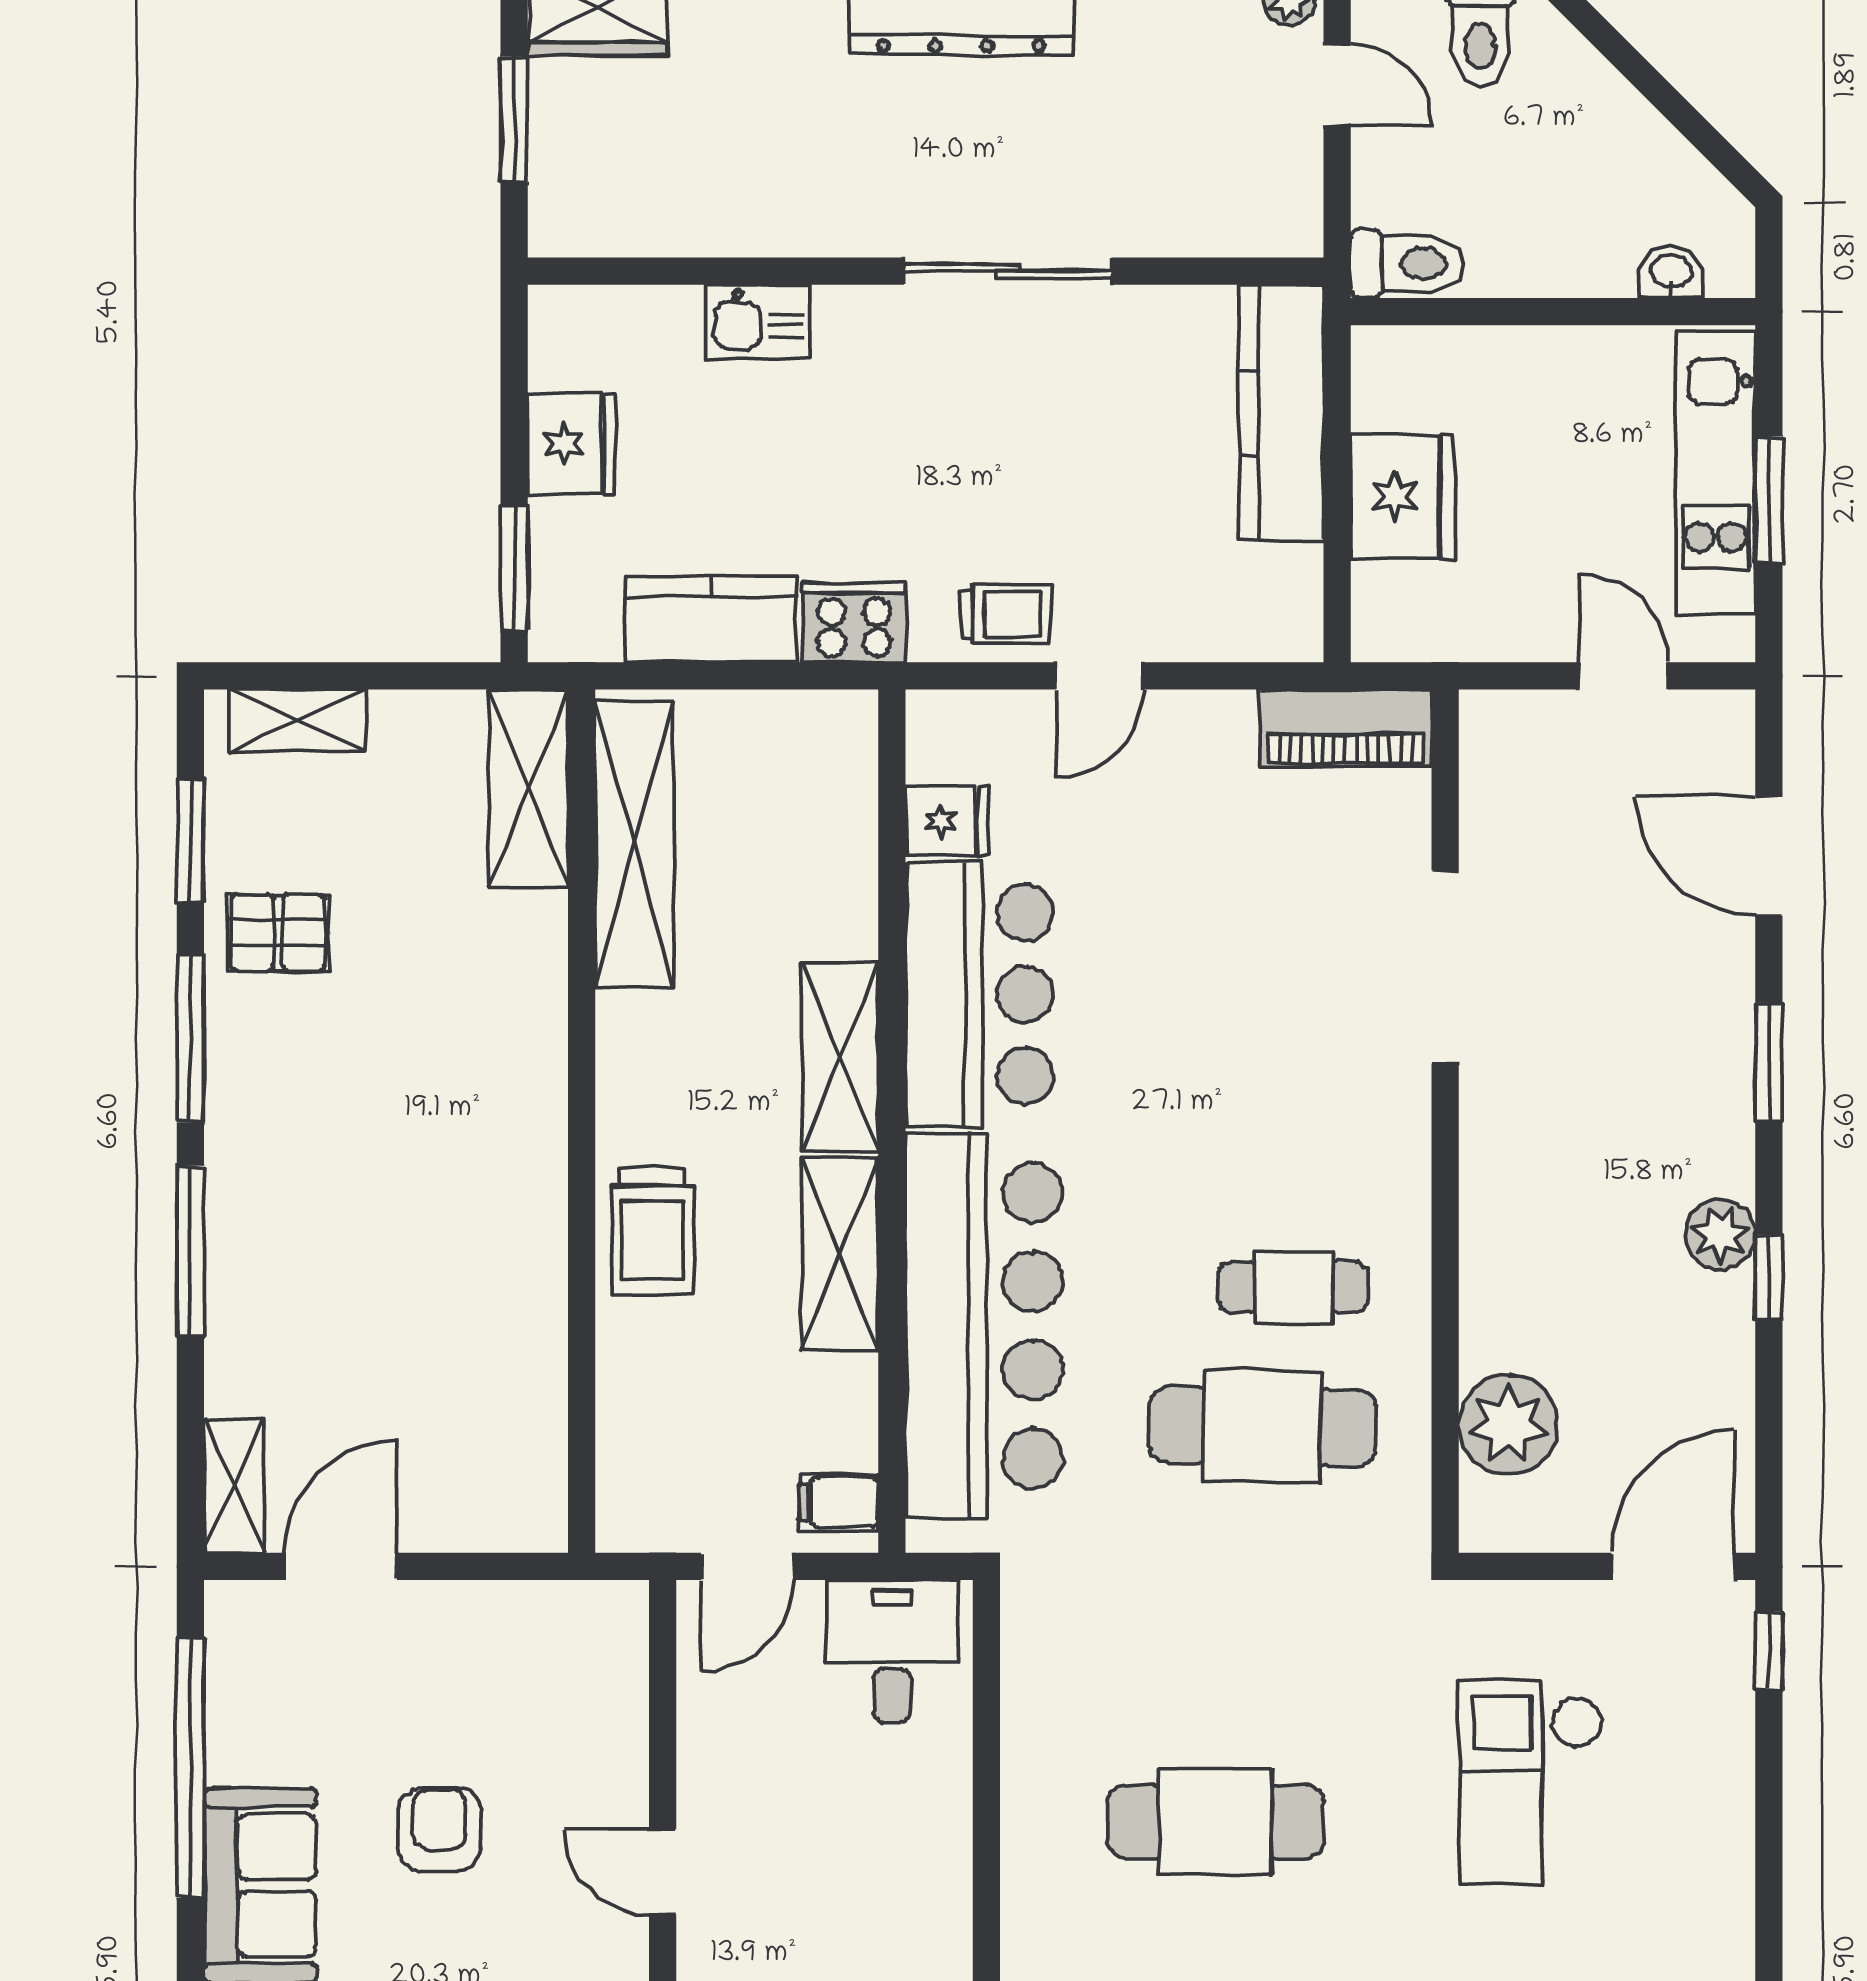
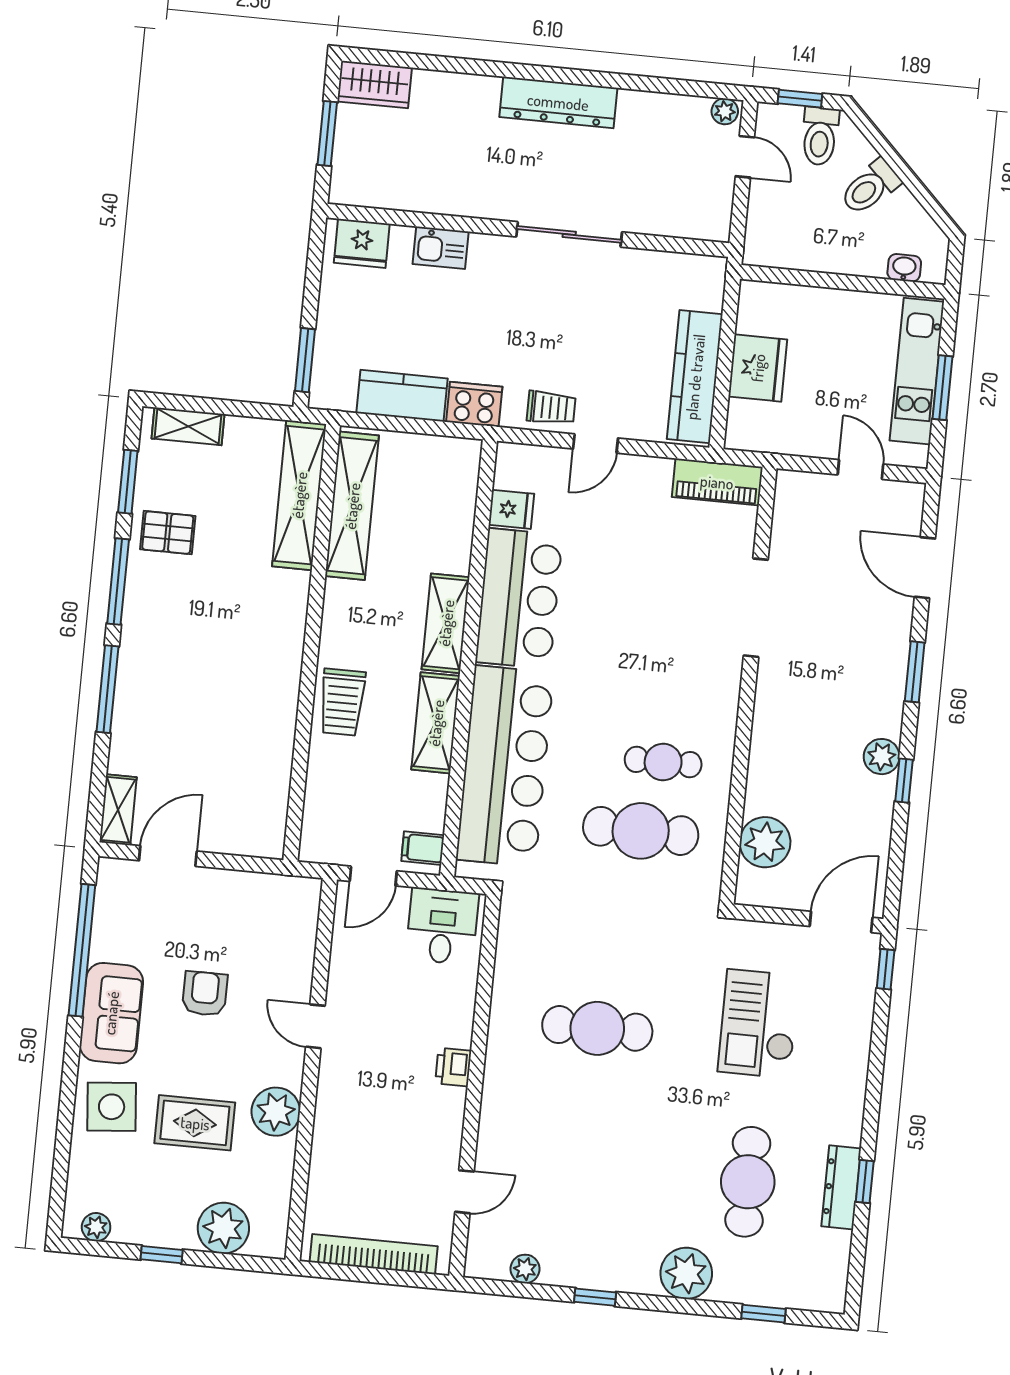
toilet: (1407, 264) -> (870, 187), moved, turned 135
kitchen counter: (1281, 412) -> (695, 377), moved
fridge: (571, 444) -> (362, 243), moved, turned 90
shelving: (529, 788) -> (299, 495), width x1.47
printer: (940, 1925) -> (453, 1067), added

